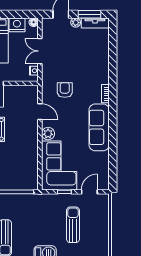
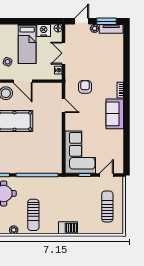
sofa: (99, 127) -> (115, 114), width x0.73
plant: (48, 134) -> (71, 125), removed
sun lounger: (73, 225) -> (107, 206), moved

